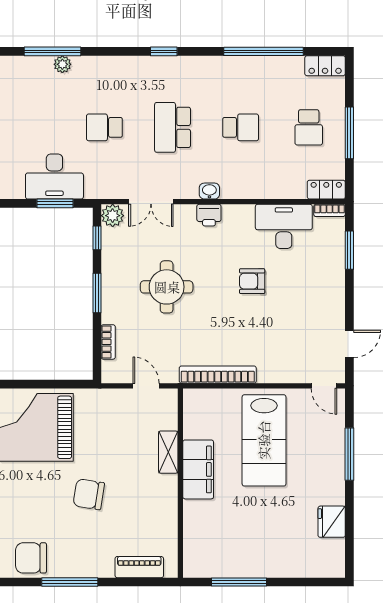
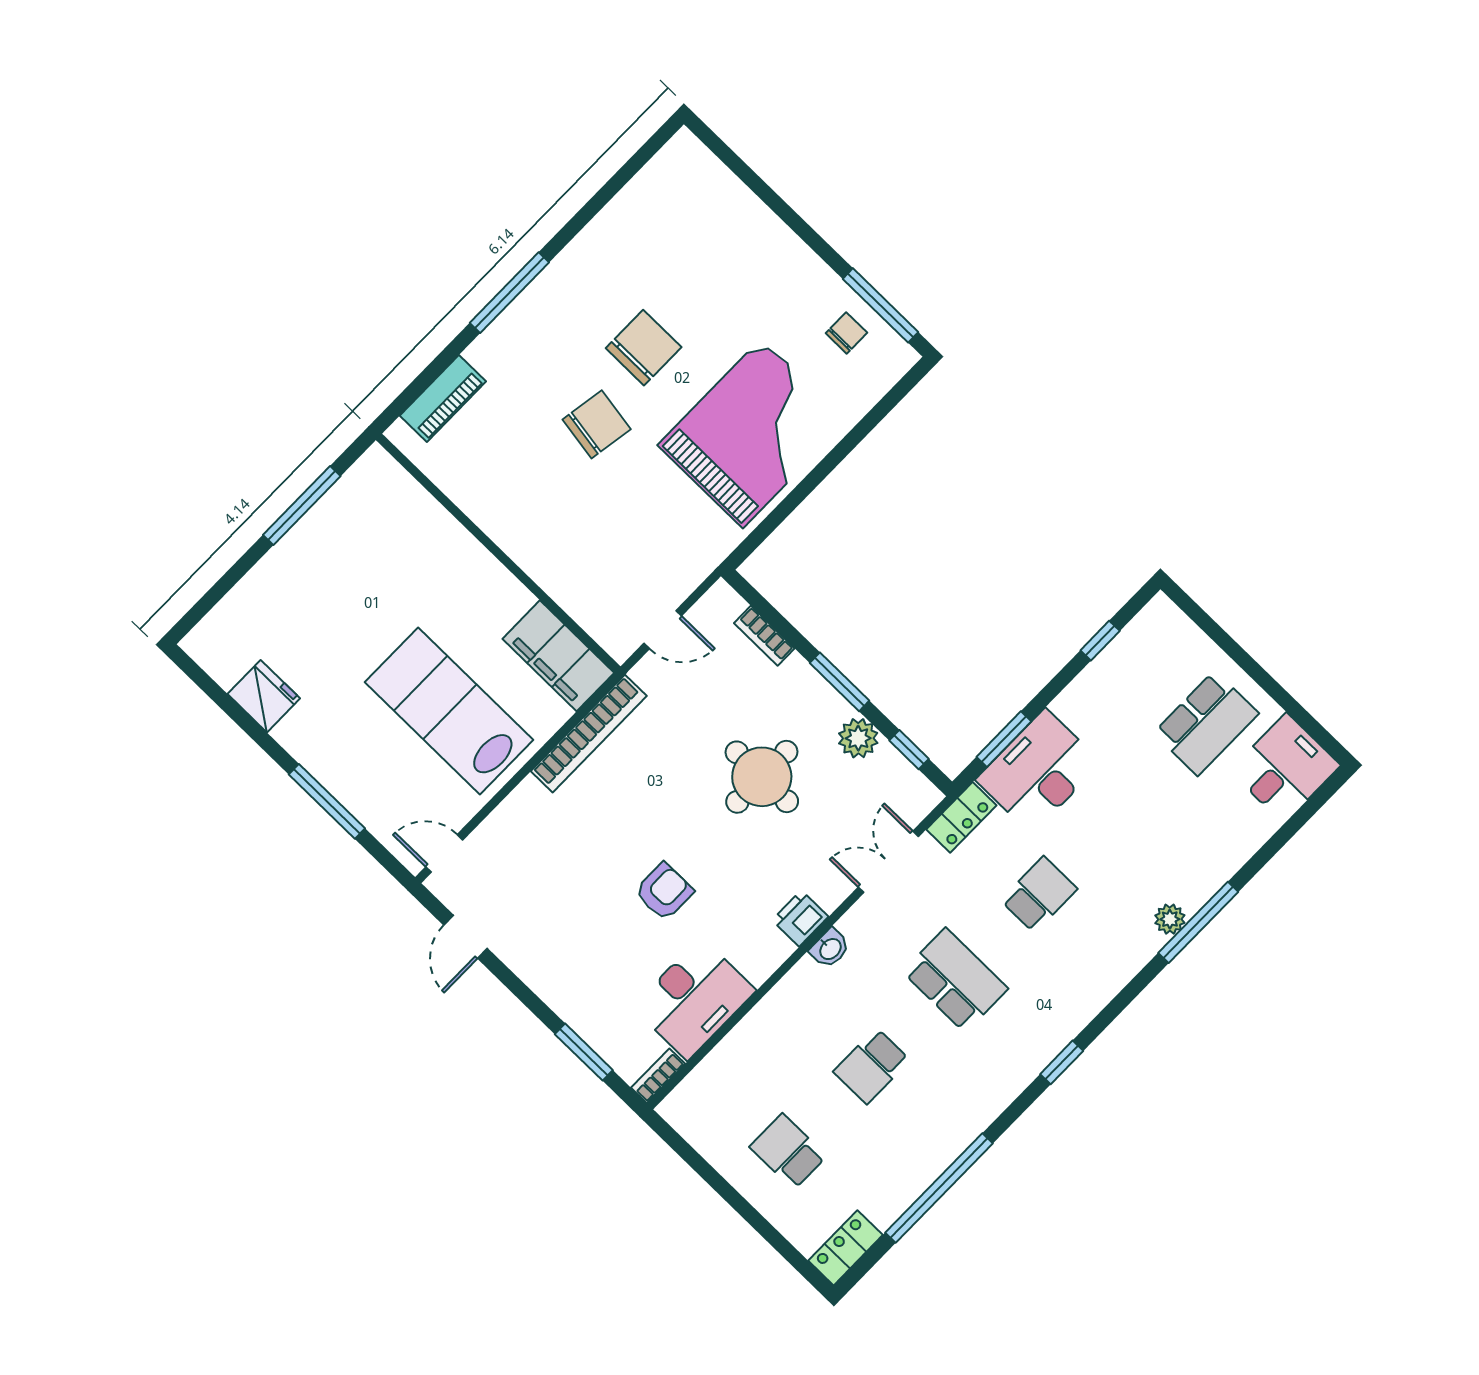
window: (349, 133) -> (731, 1196), removed
locker: (326, 190) -> (961, 817), moved
plant: (113, 216) -> (858, 738), moved
shelving: (168, 452) -> (552, 576), removed
filing cabinet: (198, 469) -> (558, 656), moved
chair: (31, 558) -> (644, 348), moved

